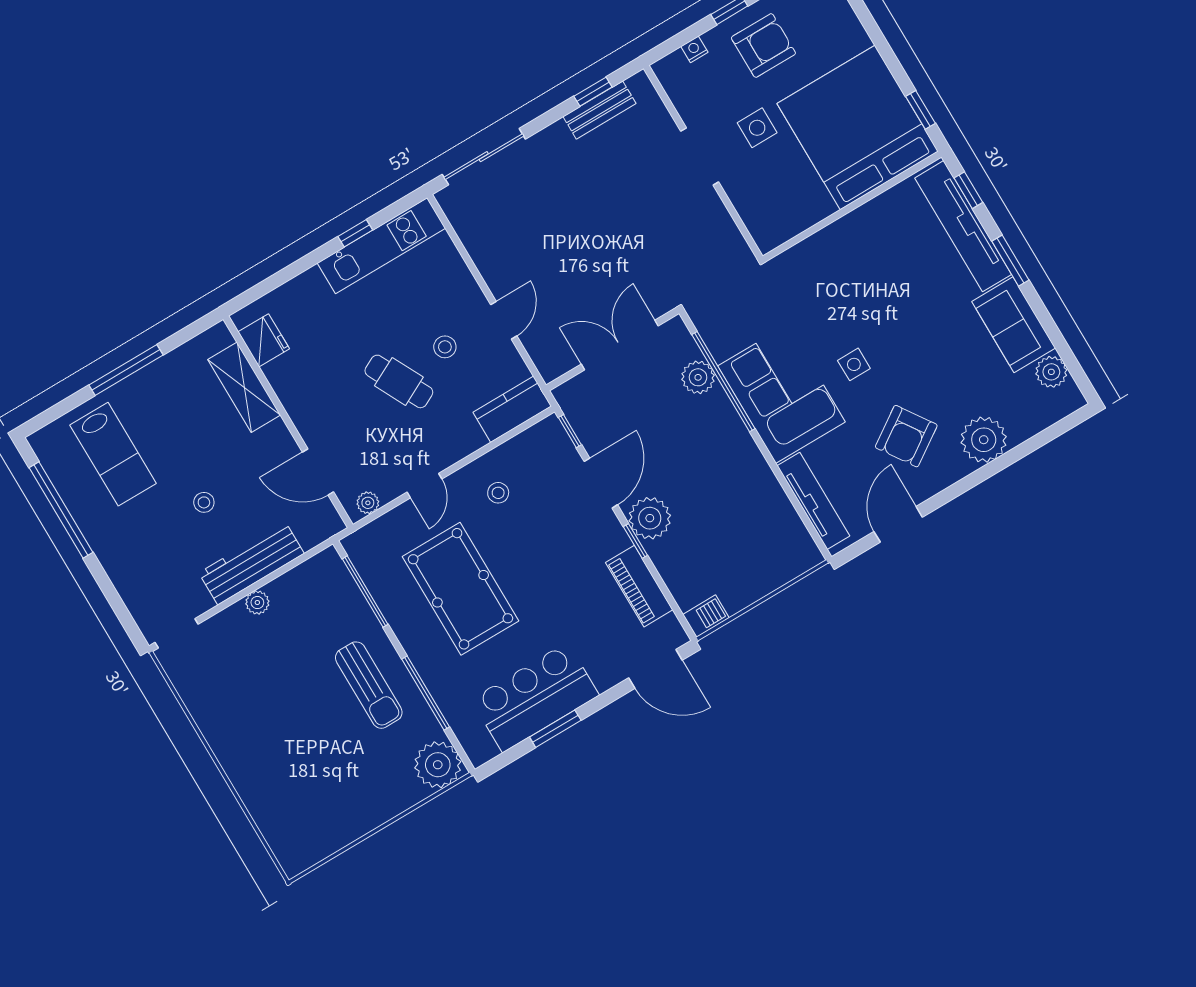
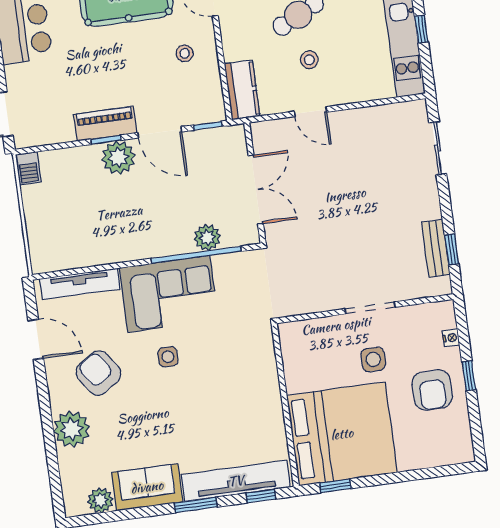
sliding door: (484, 157) -> (438, 148), width x0.73
piano: (639, 586) -> (105, 124), moved

